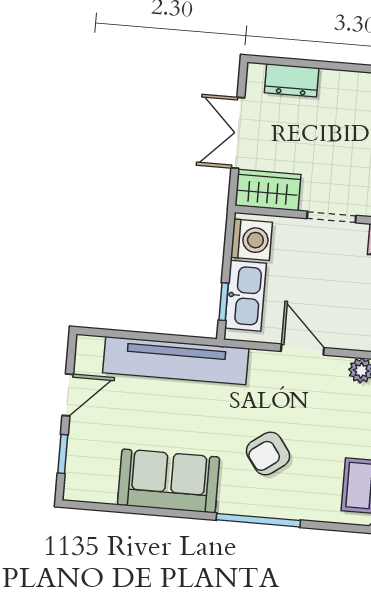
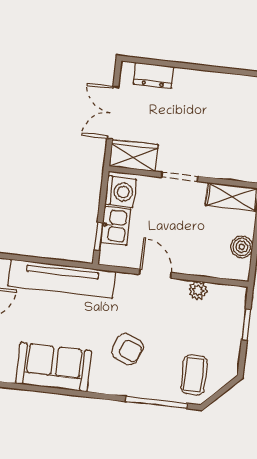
kitchen sink: (246, 296) -> (115, 226), width x0.73
armchair: (268, 454) -> (128, 349), turned -121
window: (258, 520) -> (156, 402), moved

